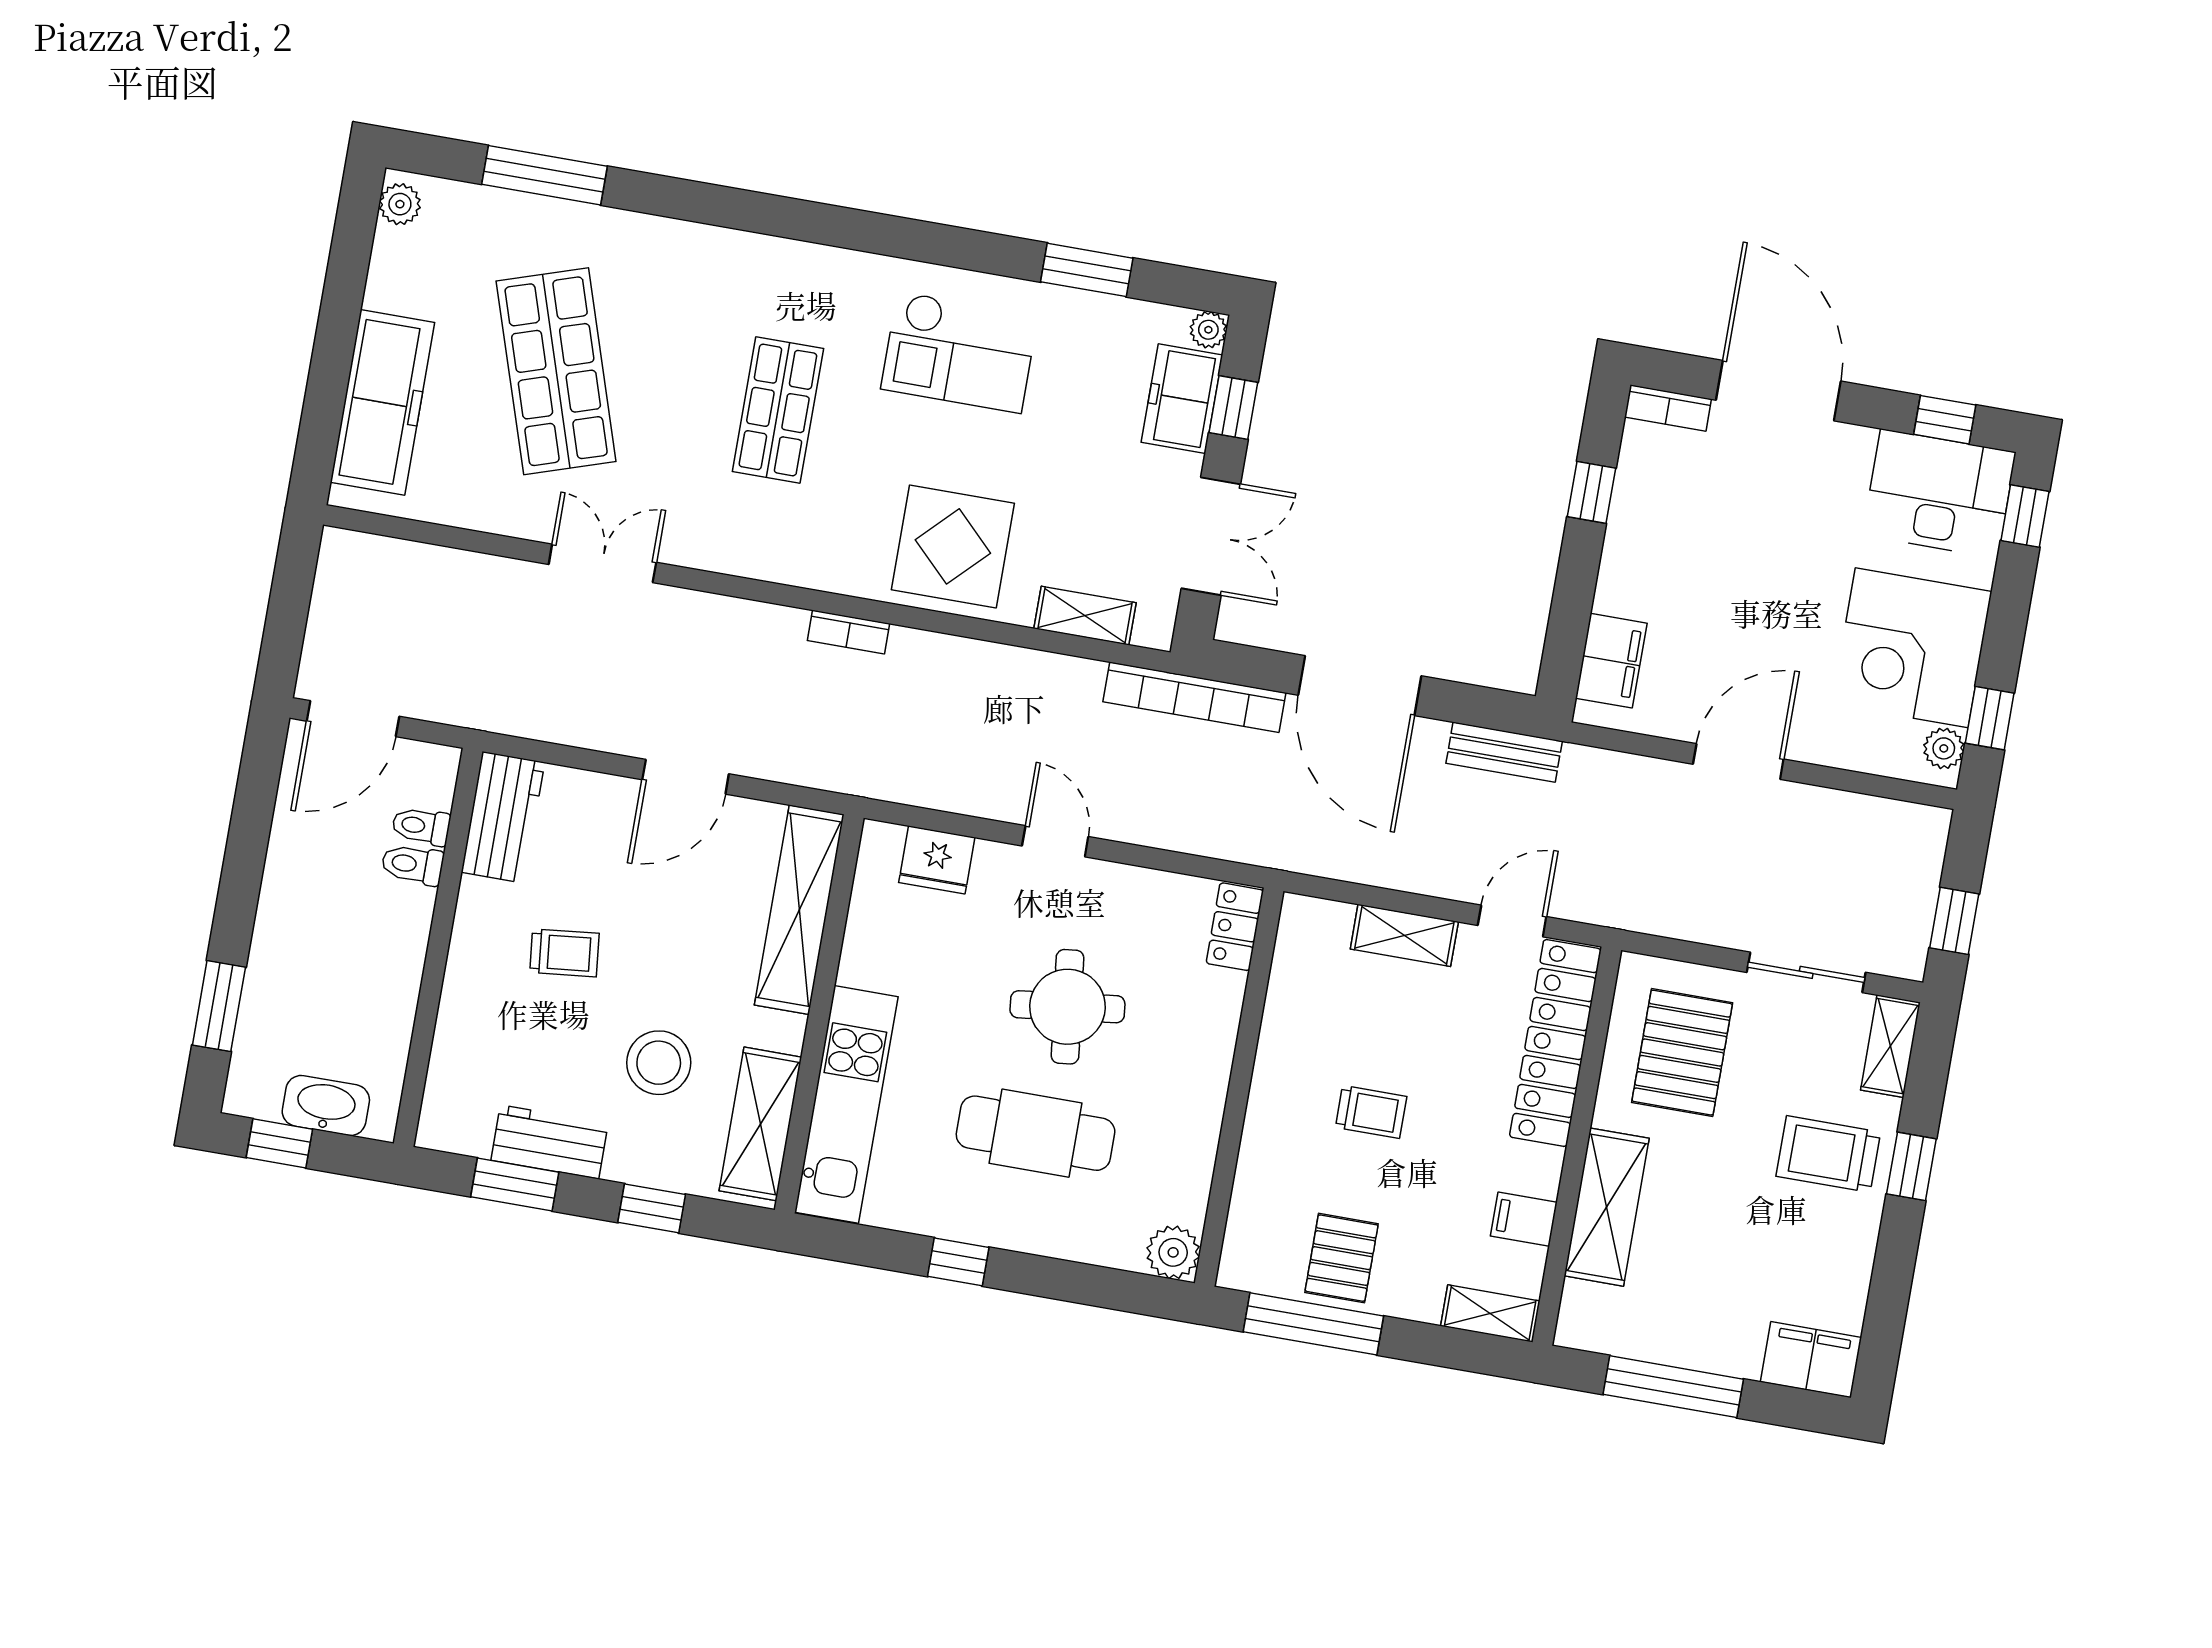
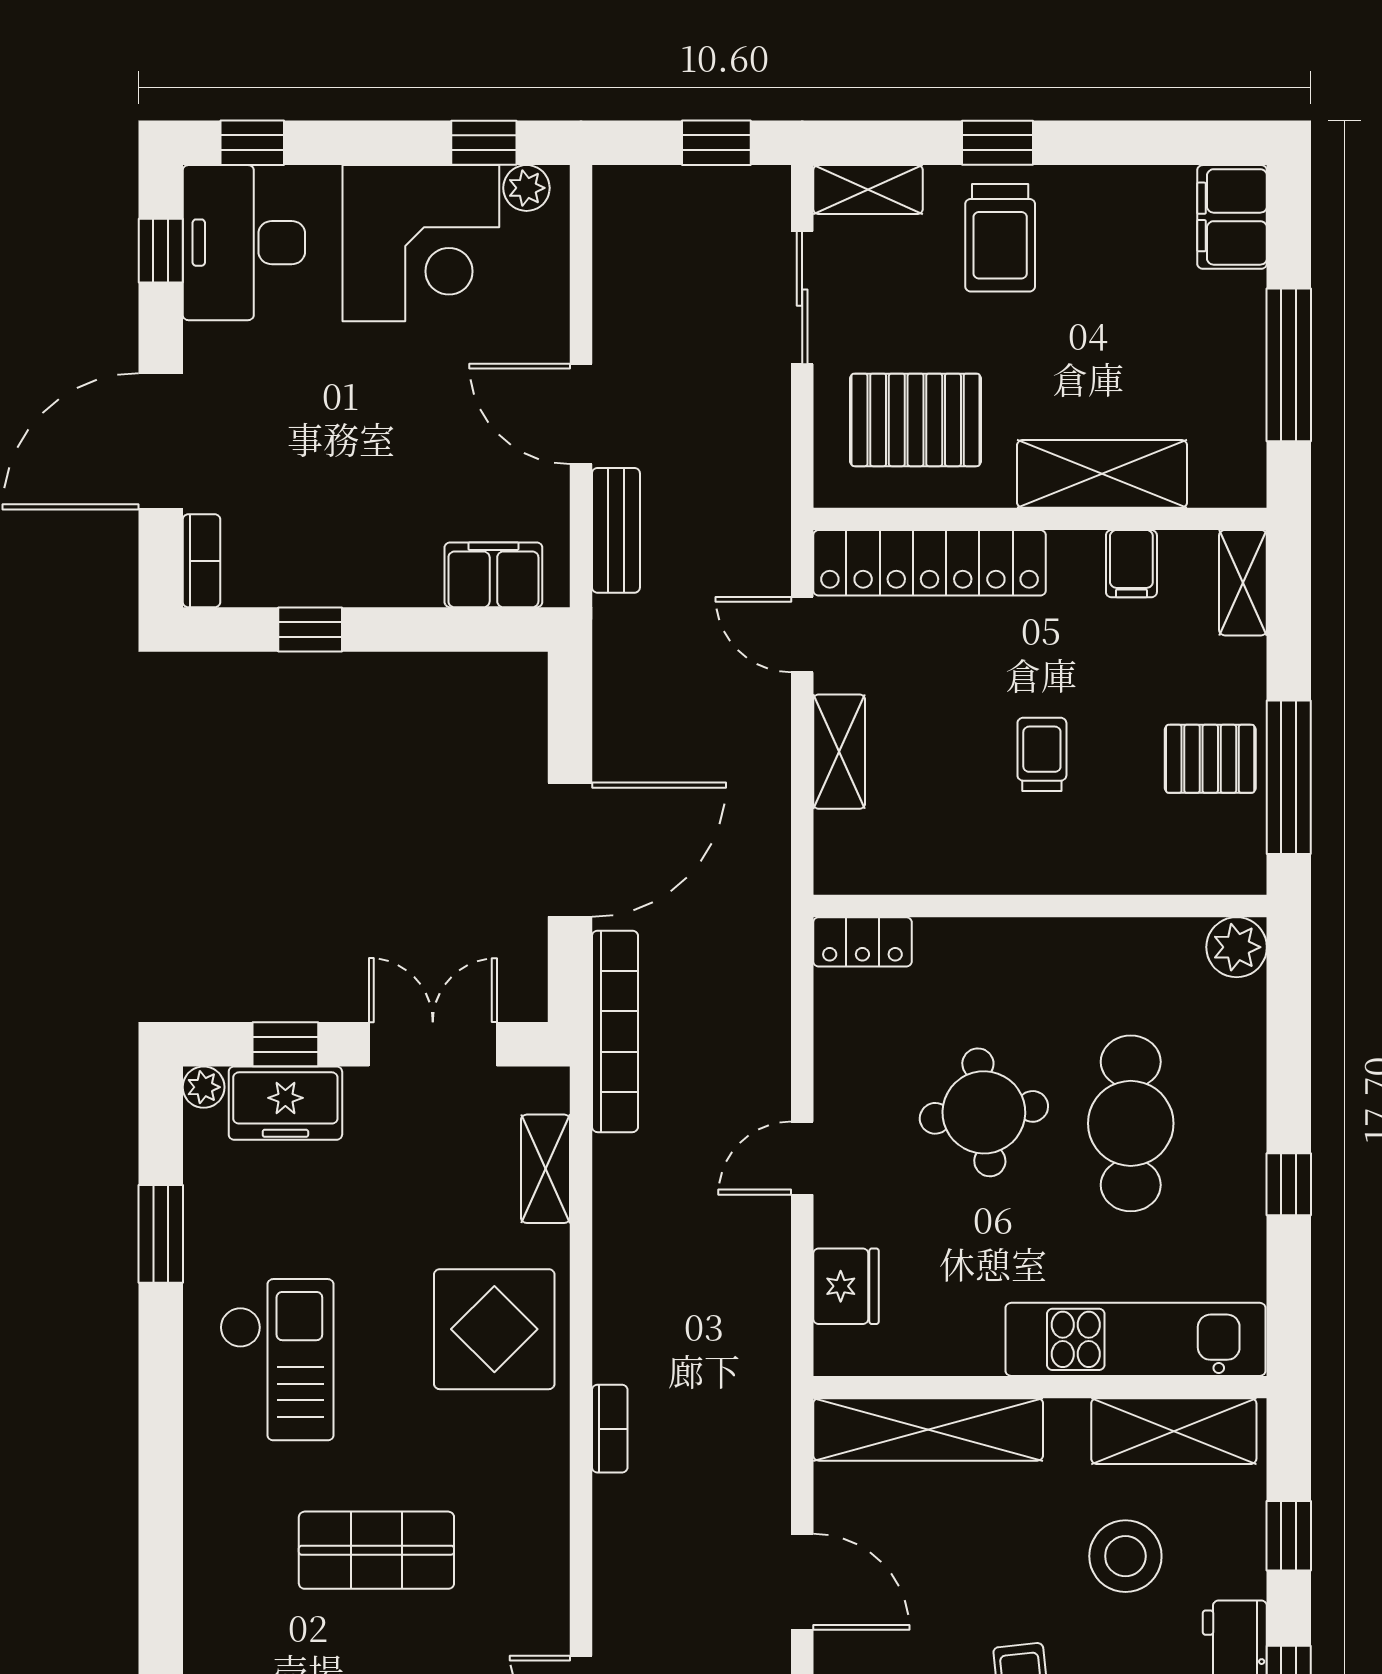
bench: (1504, 752) -> (616, 530), moved

